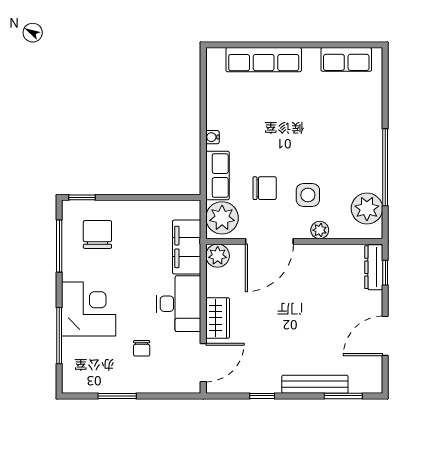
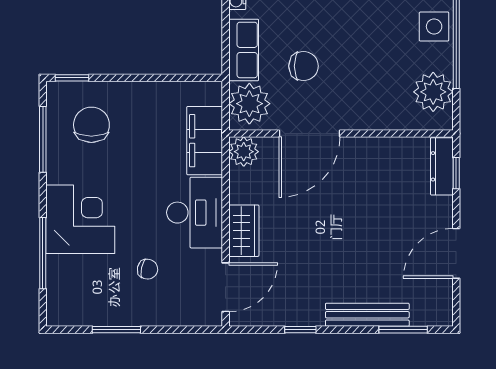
side table: (308, 195) -> (434, 27), moved
plant: (320, 230) -> (373, 119), removed
chair: (142, 348) -> (148, 269), turned -78

